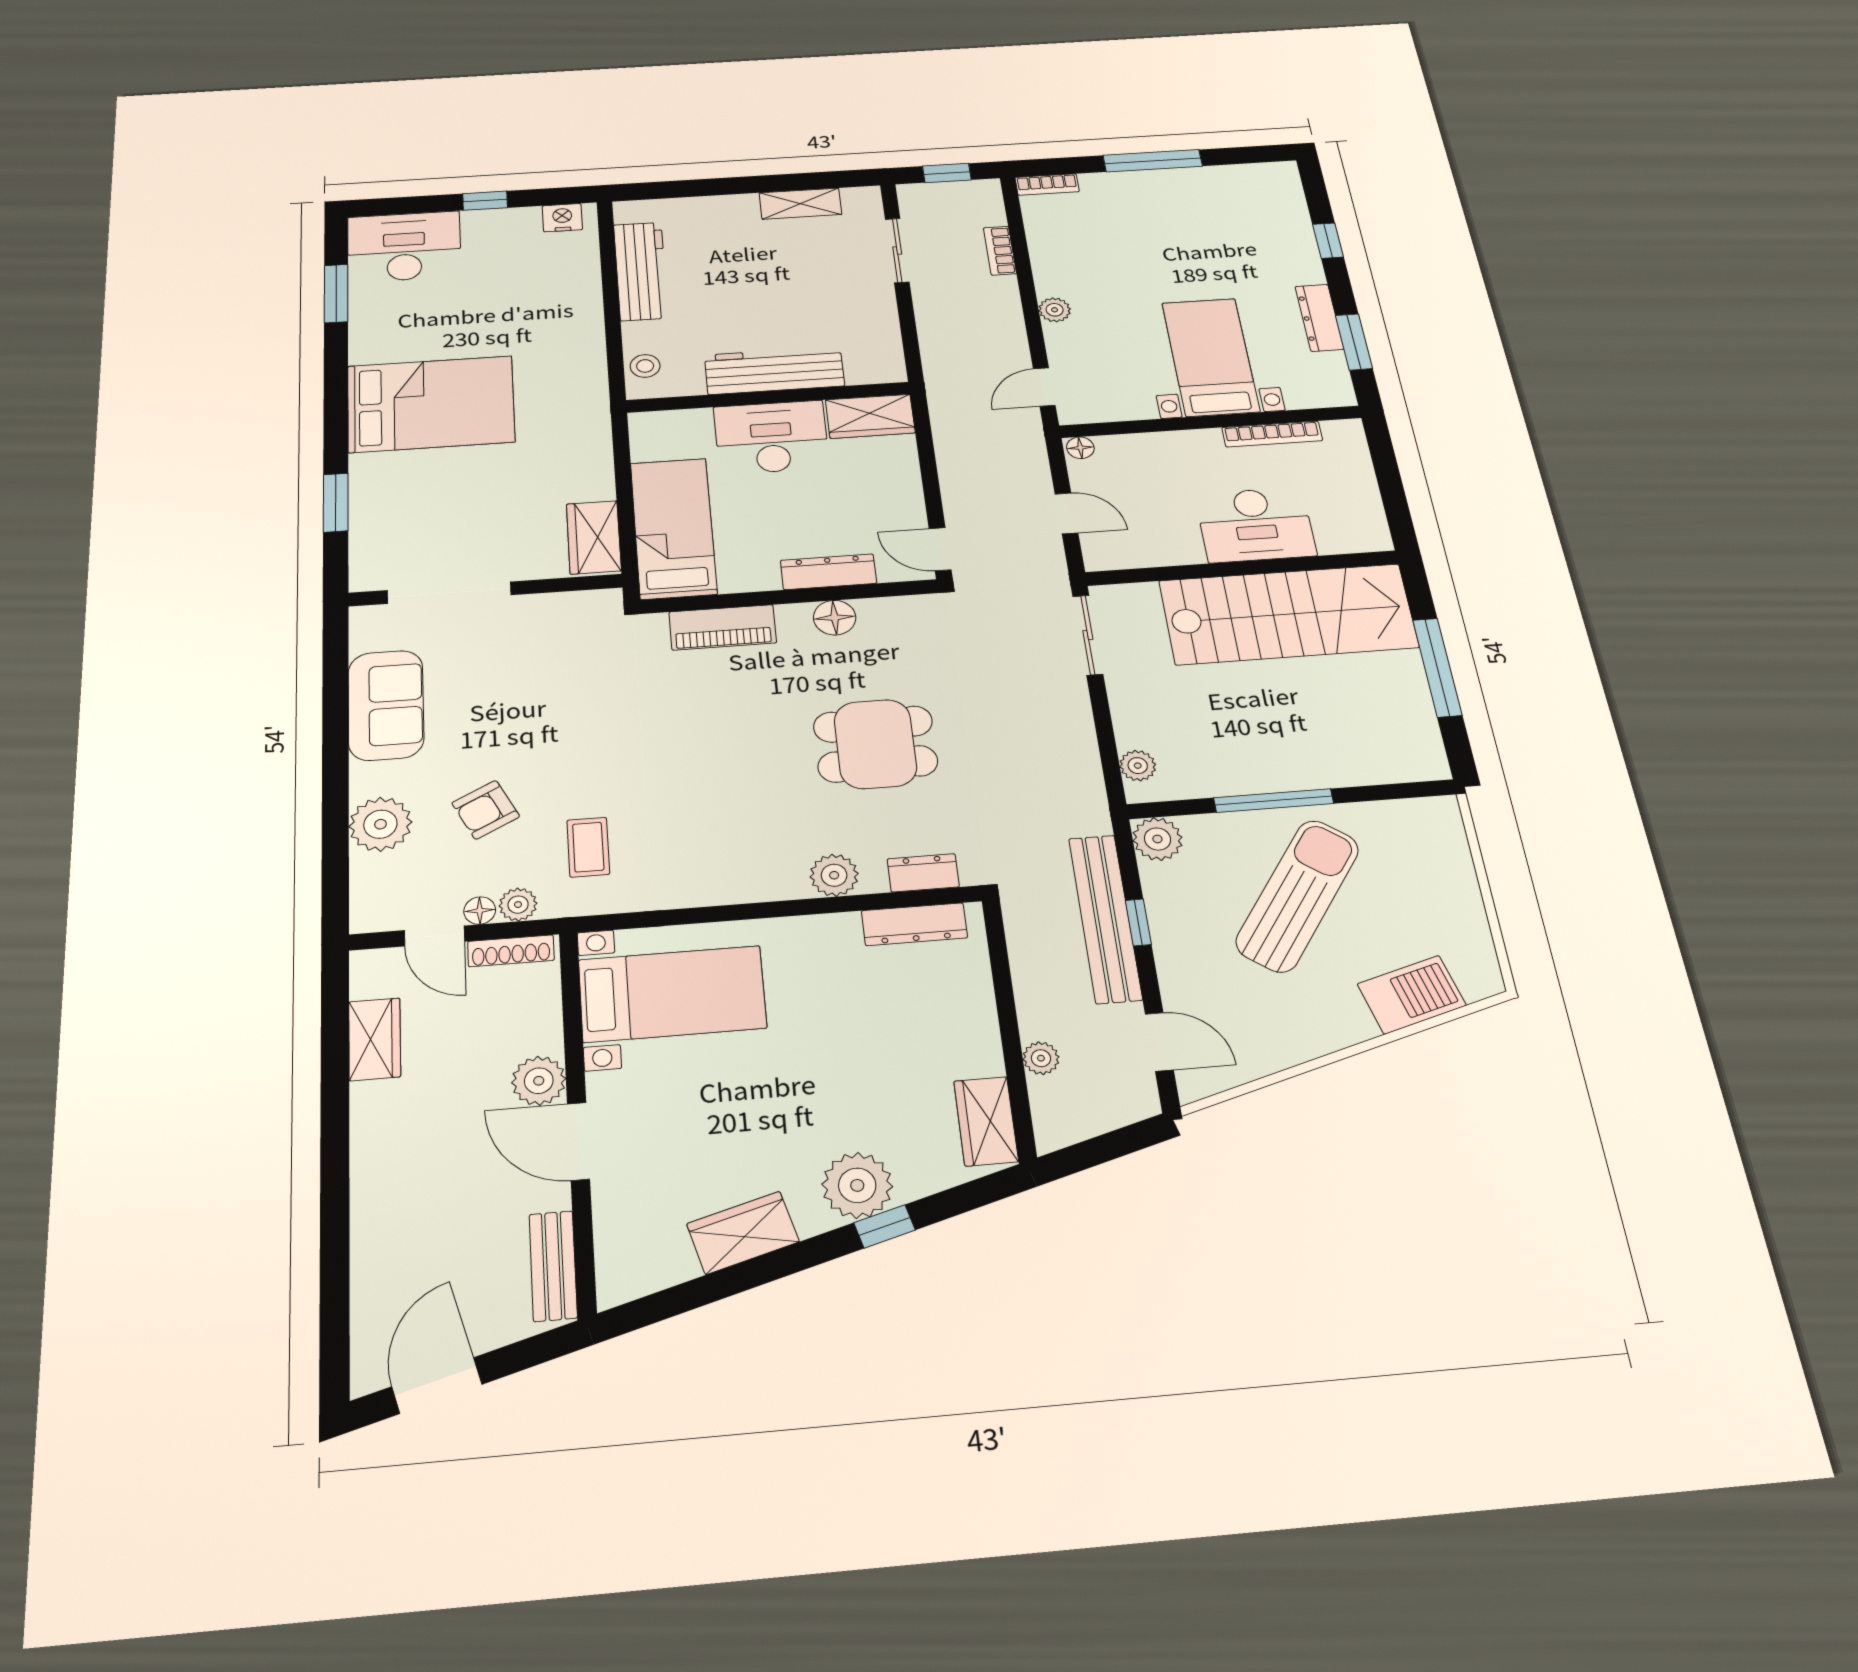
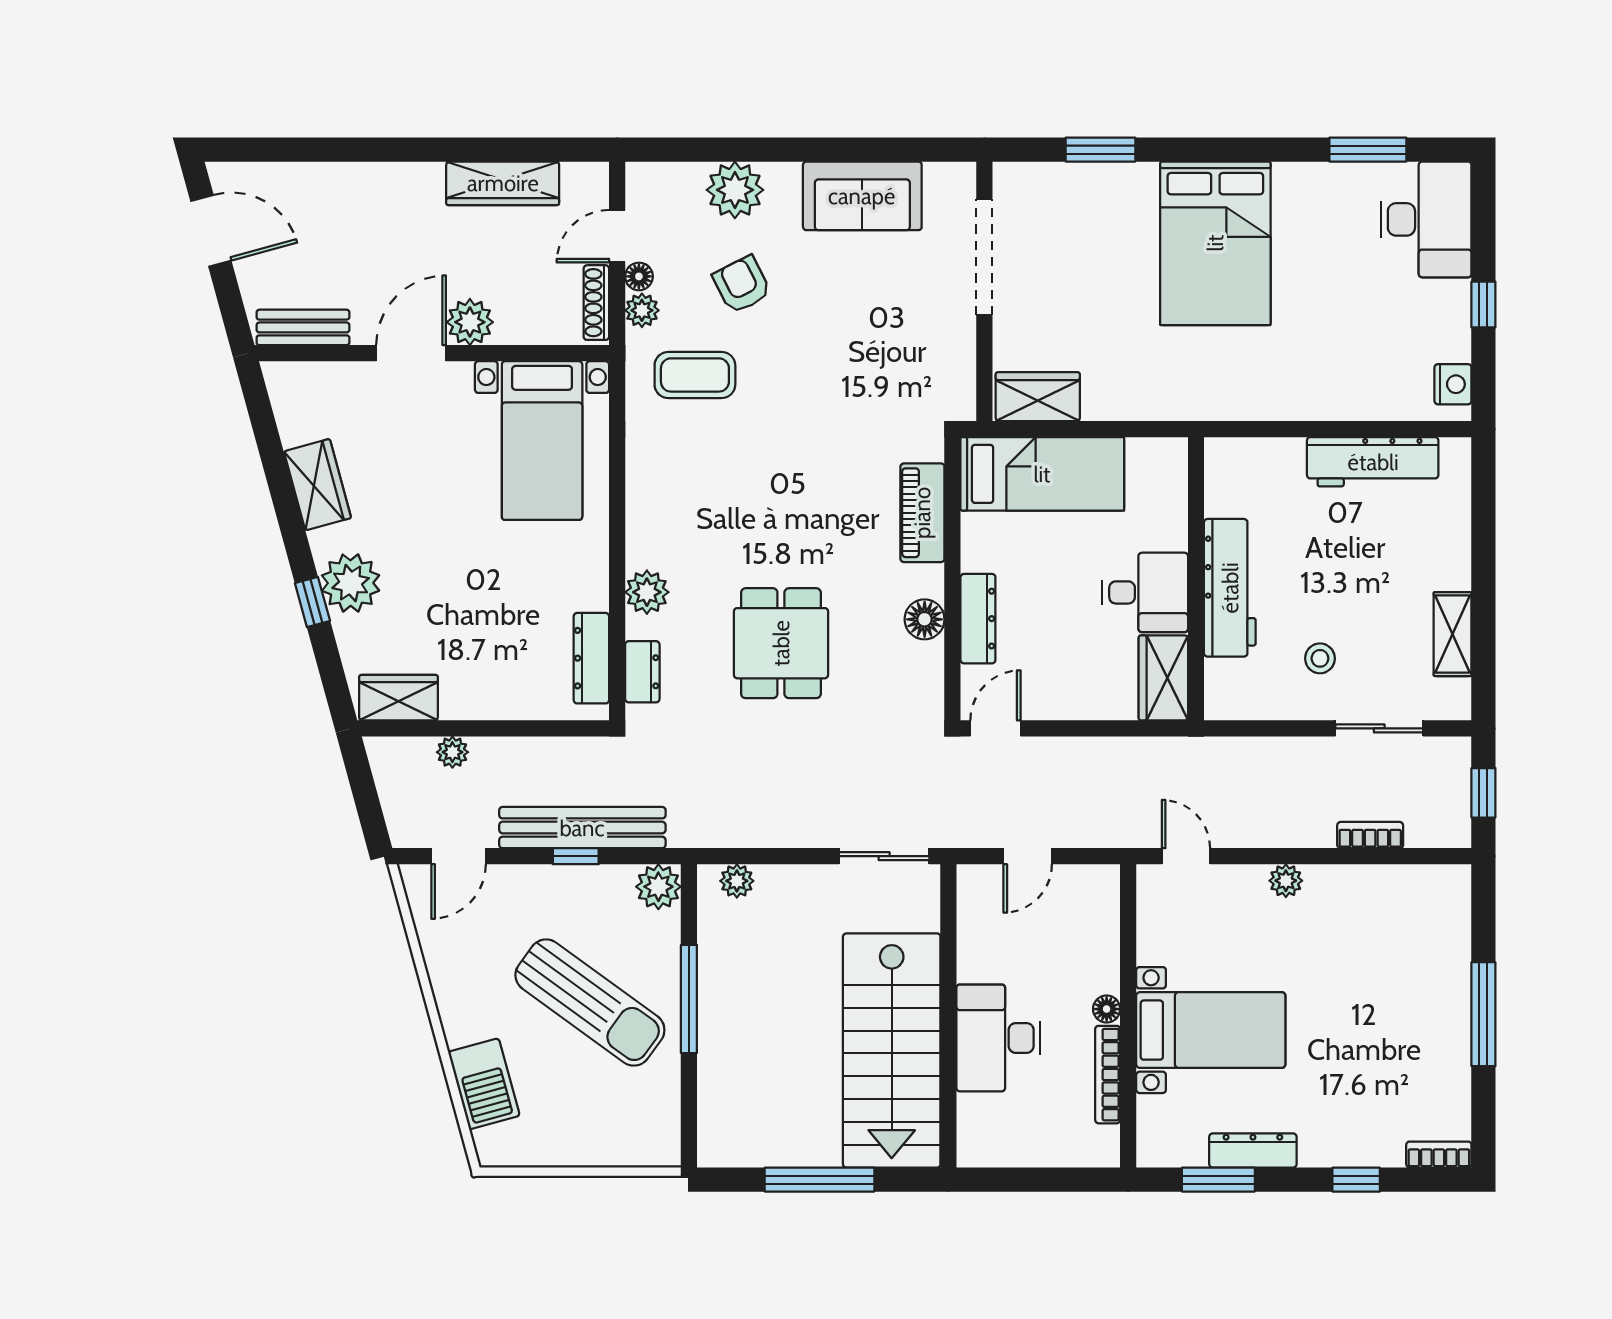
bookcase: (1047, 185) -> (1439, 1155), moved, turned 90
stool: (645, 366) -> (1320, 658), moved
desk: (771, 437) -> (1145, 592), width x0.73
floor lamp: (1080, 448) -> (1107, 1009), moved
coffee table: (588, 847) -> (695, 375), width x1.36, depth x1.30
wardrobe: (375, 1039) -> (503, 183), width x1.50

